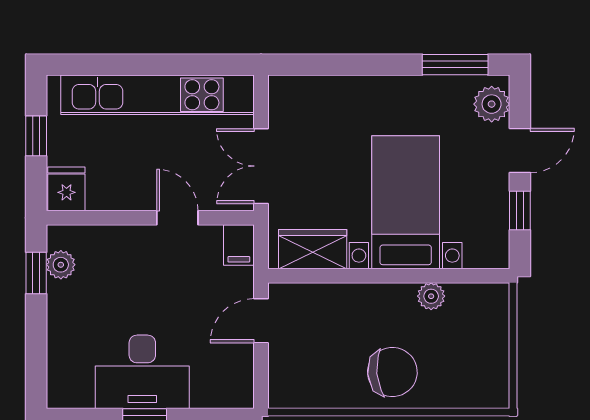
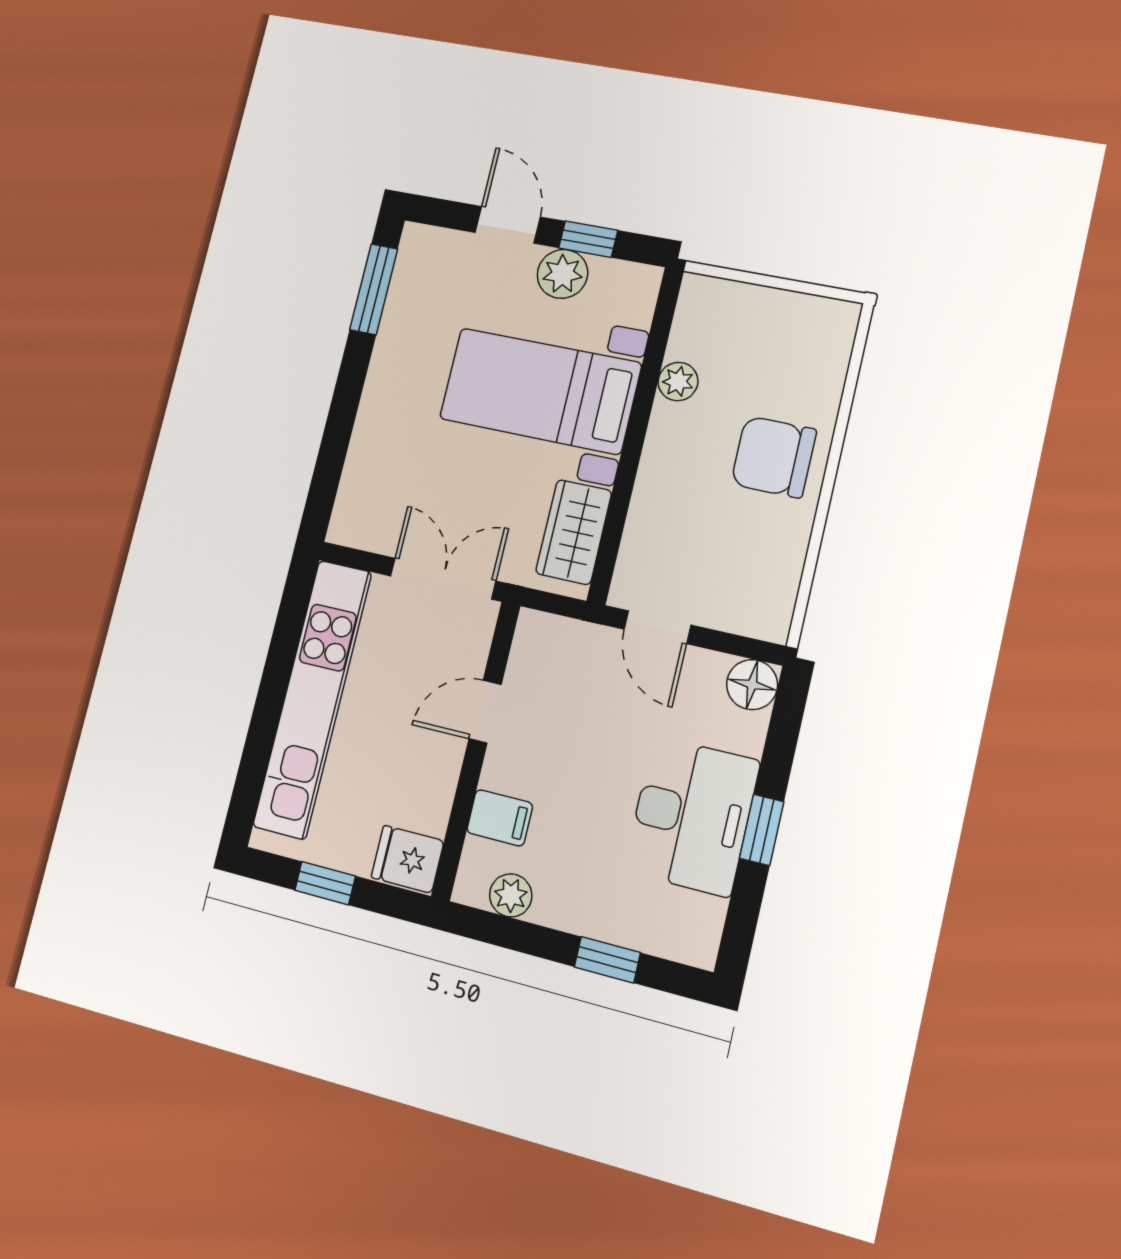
plant: (492, 104) -> (562, 274), moved
double door: (261, 166) -> (443, 578), swing flipped
filing cabinet: (239, 245) -> (500, 818), moved
window: (36, 273) -> (607, 960), moved
chair: (392, 372) -> (774, 457), turned -85
floor lamp: (237, 392) -> (752, 685), added

